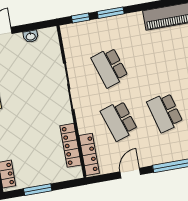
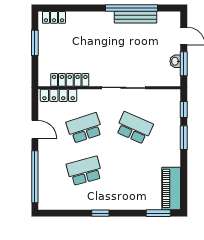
window: (32, 27) -> (184, 64), added
school desk: (110, 67) -> (134, 128), turned 42

